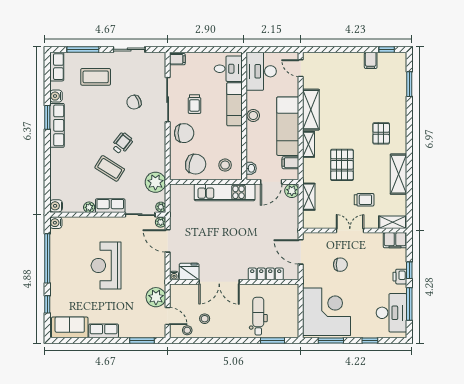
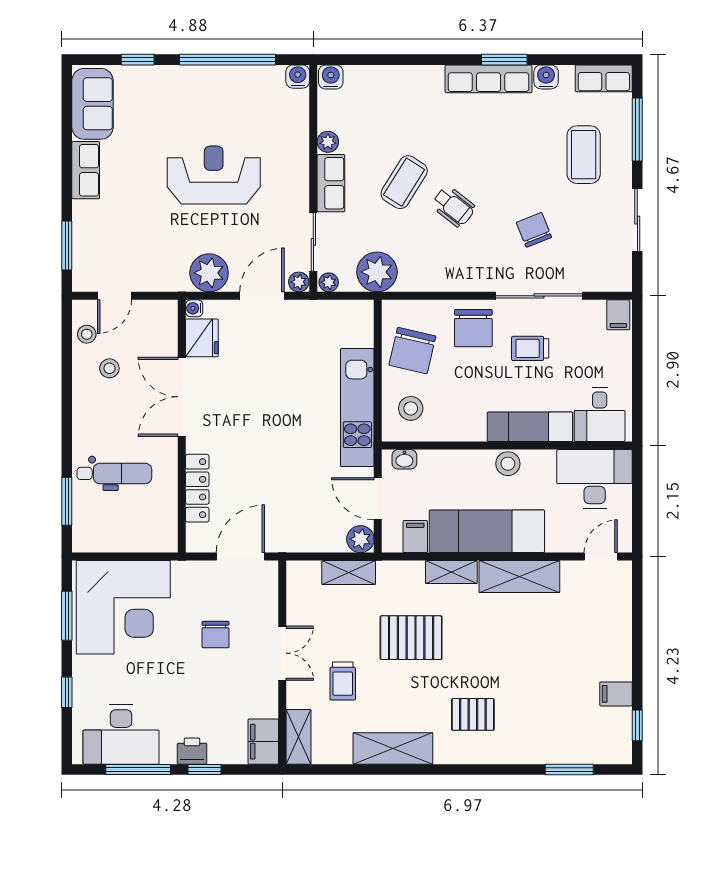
plant: (156, 297) -> (209, 273), moved

